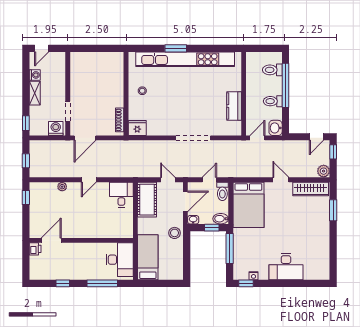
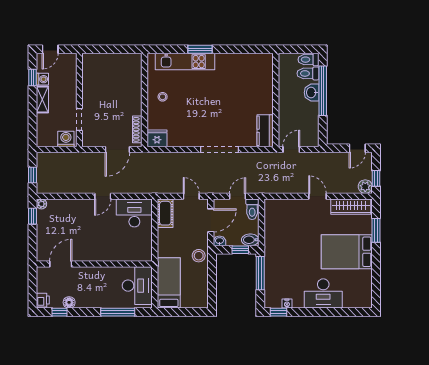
kitchen unit: (185, 59) -> (185, 62), width x0.54
toilet: (273, 101) -> (308, 60), moved
kitchen counter: (234, 106) -> (265, 131), moved
window: (26, 123) -> (33, 77), moved
washbasin: (276, 128) -> (312, 93), moved
door: (85, 138) -> (117, 150), moved
window: (333, 152) -> (376, 178), moved
plant: (62, 187) -> (41, 204), moved
desk: (121, 195) -> (134, 213), width x1.37
cot: (147, 200) -> (165, 213), width x0.73, depth x0.75
bed: (248, 205) -> (347, 252), moved, turned 90
printer: (35, 249) -> (43, 300), moved
floor lamp: (59, 275) -> (69, 302), added
window: (63, 283) -> (59, 312), moved

